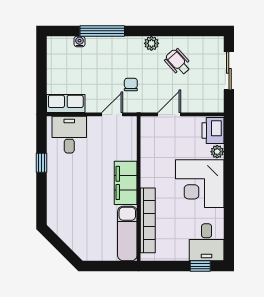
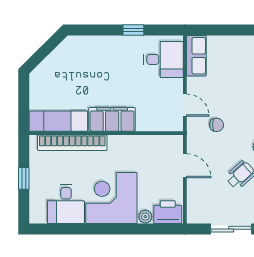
desk: (207, 242) -> (66, 204), moved, turned -90
window: (200, 266) -> (24, 178), moved

